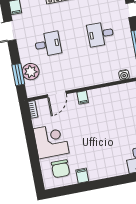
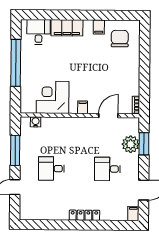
desk: (101, 34) -> (51, 169), turned 180
corner desk: (51, 141) -> (53, 97), moved, turned 90
filing cabinet: (112, 169) -> (67, 28), added

